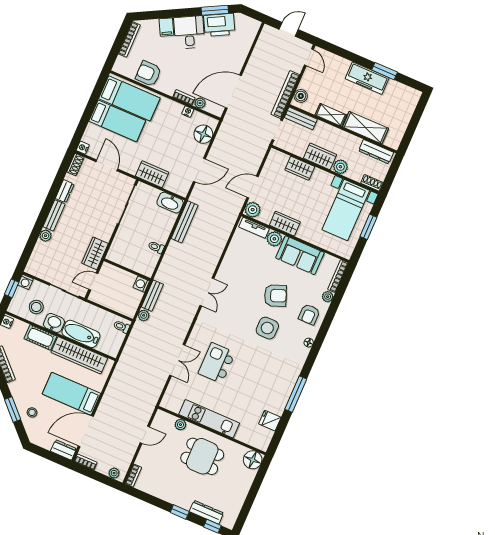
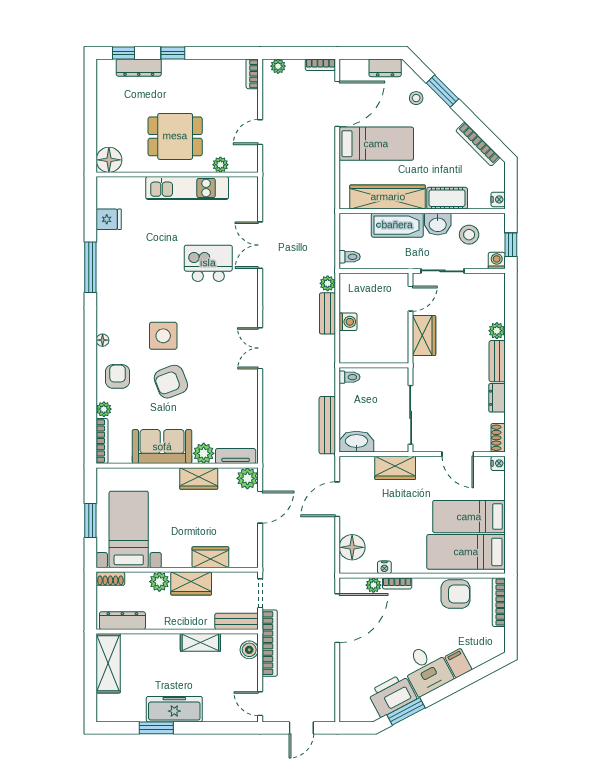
bookcase: (129, 39) -> (499, 602), moved
shelving: (366, 128) -> (108, 663), moved, turned 90
wall: (127, 270) -> (374, 365), moved
kitchen island: (217, 363) -> (208, 263), turned -90
dresser: (64, 450) -> (385, 68), moved

